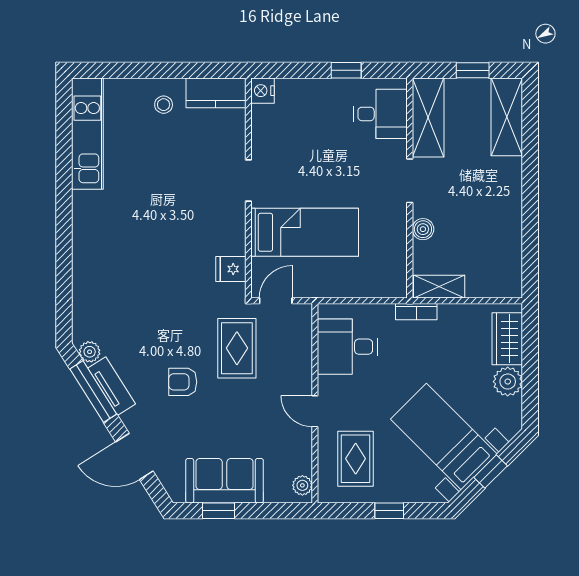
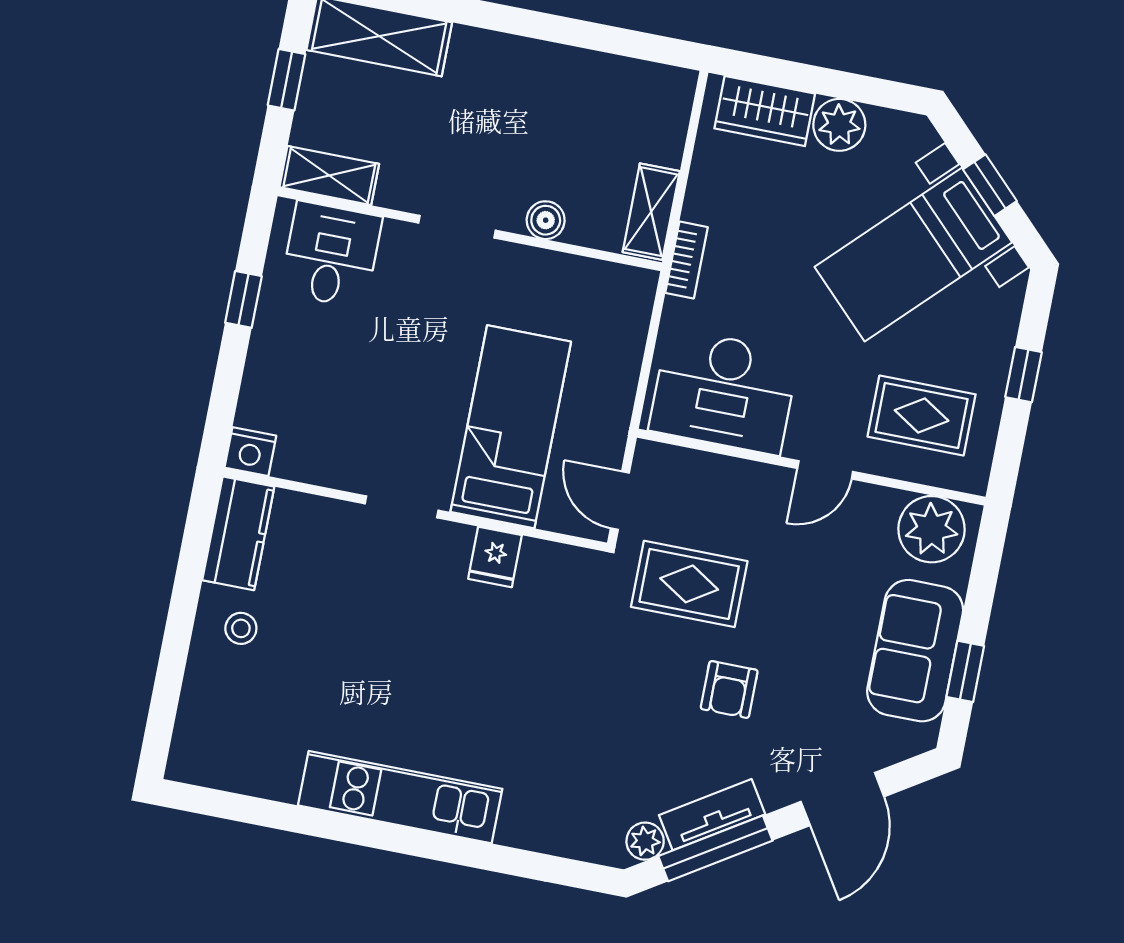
shelving: (428, 118) -> (329, 176), width x0.67, depth x0.75
kitchen unit: (87, 134) -> (400, 797), moved
fridge: (231, 269) -> (495, 557), moved
desk: (347, 347) -> (724, 391), width x1.37
plant: (302, 485) -> (931, 529), width x1.88, depth x1.88

